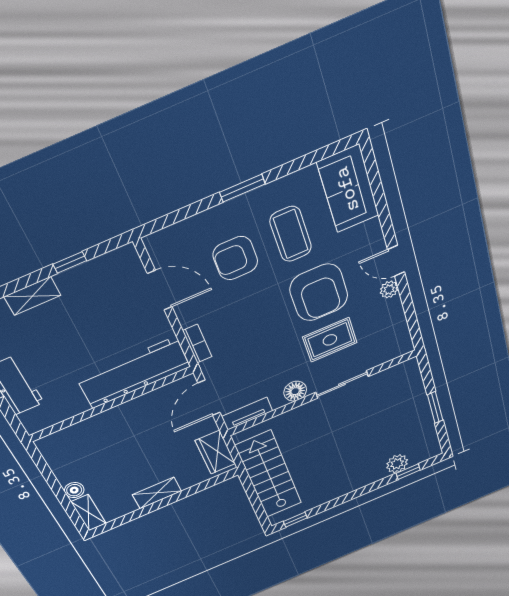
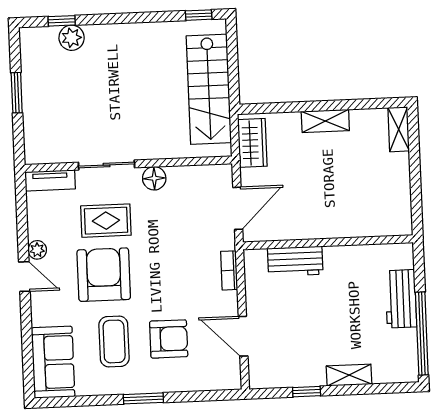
workbench: (134, 373) -> (295, 261), width x0.53, depth x0.76
tv unit: (247, 414) -> (50, 180), moved
boiler: (74, 490) -> (400, 163), removed

